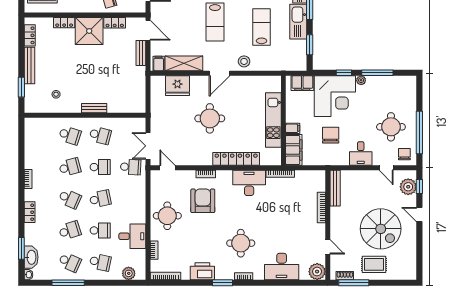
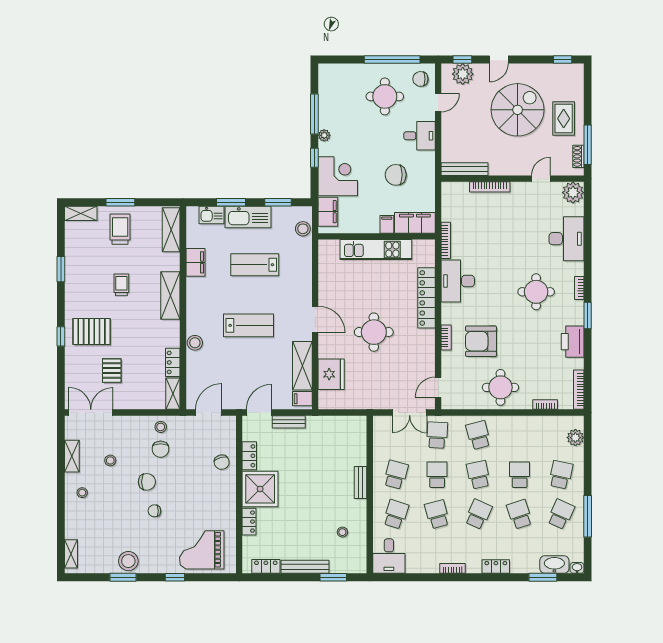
stool: (244, 61) -> (303, 229), moved
corner desk: (335, 96) -> (338, 176), width x0.74, depth x0.74
school desk: (131, 199) -> (478, 435), added
desk: (132, 236) -> (389, 556), moved, turned 180
window: (419, 264) -> (563, 59), added

